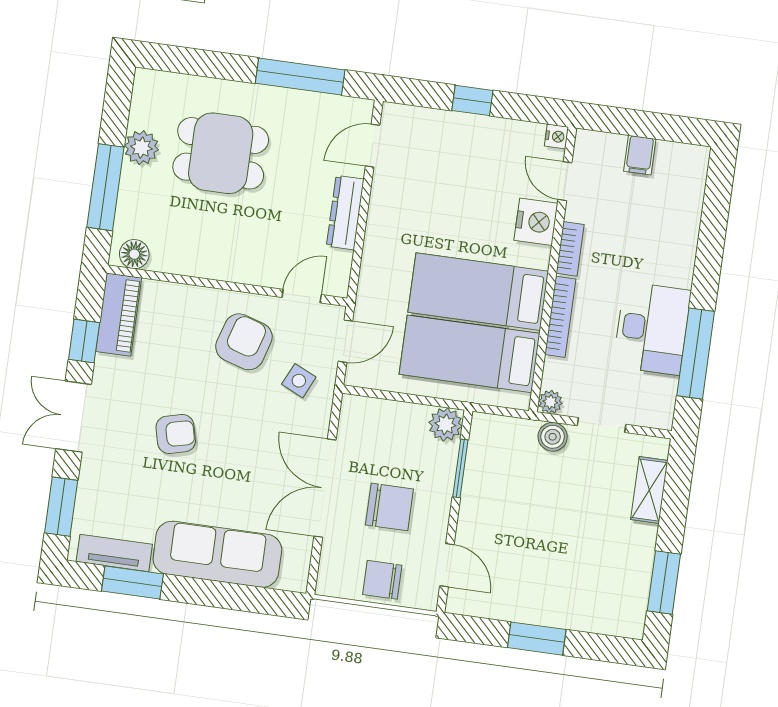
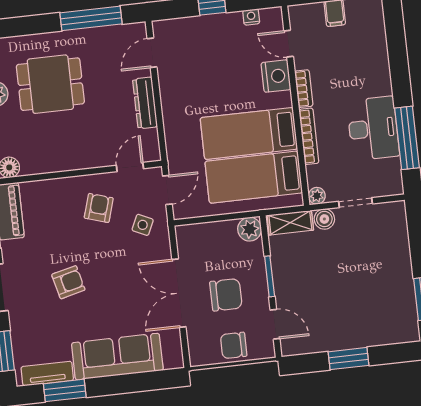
nightstand: (556, 136) -> (251, 17), moved, turned -90
armchair: (244, 342) -> (99, 208), width x0.72, depth x0.72
window: (460, 468) -> (270, 276), moved
shelving: (649, 490) -> (290, 223), moved, turned 90

